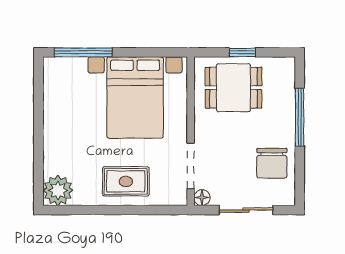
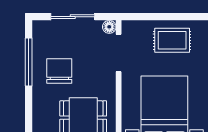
window: (300, 117) -> (29, 62), moved
chair: (272, 163) -> (59, 71), moved

